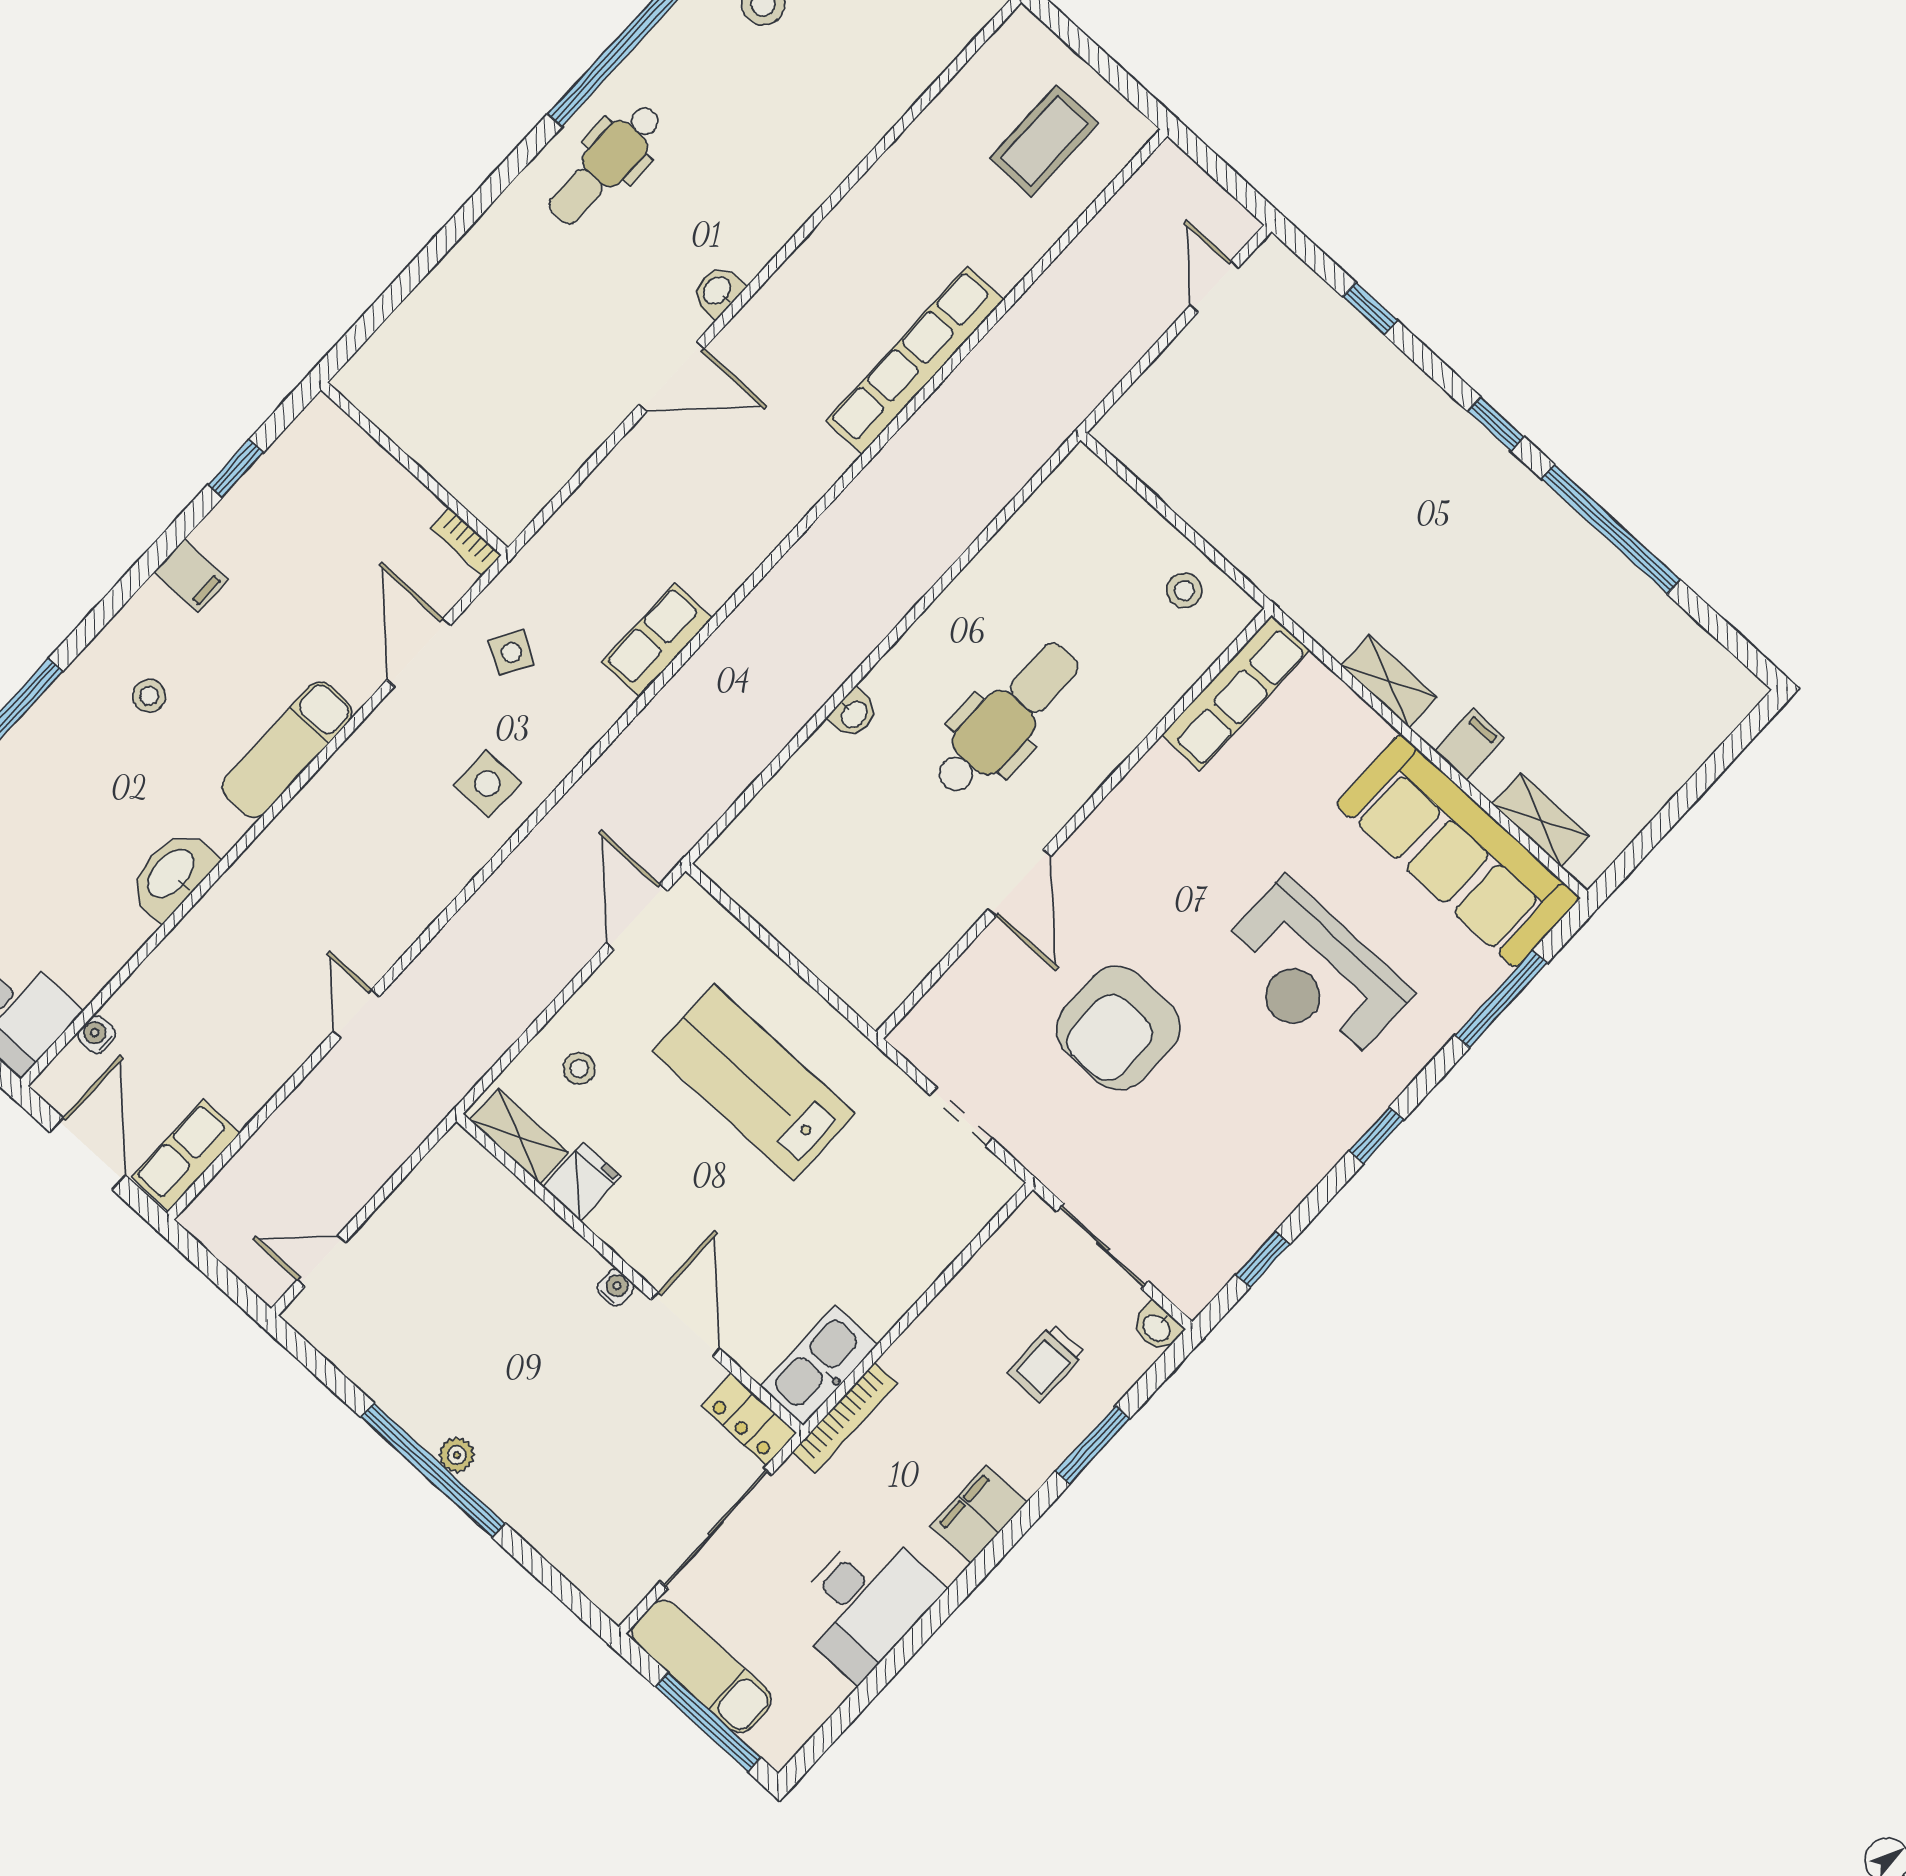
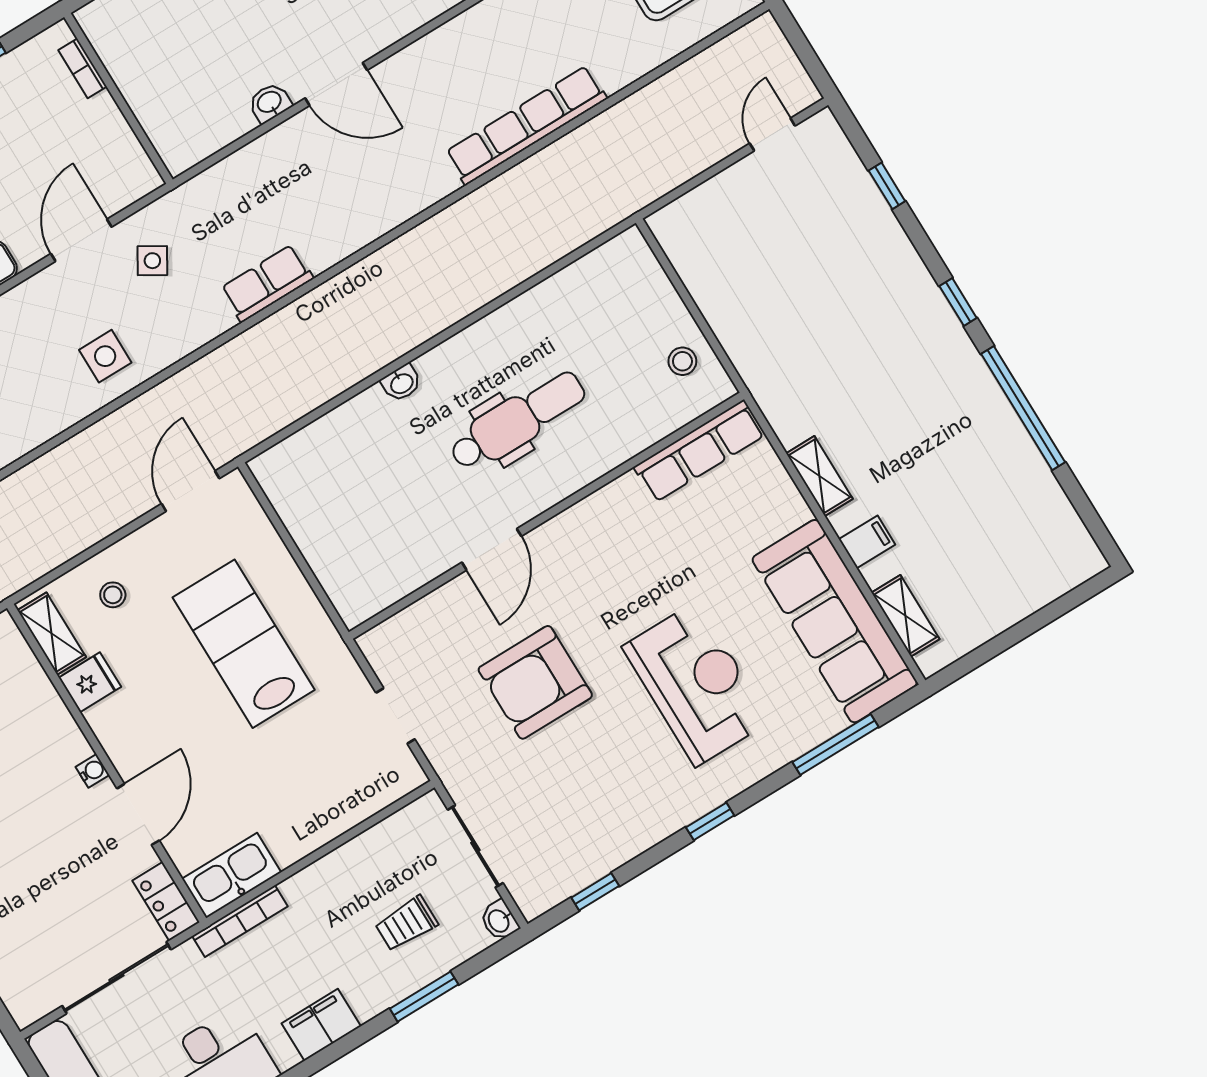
washbasin: (718, 291) -> (270, 103), moved
bookcase: (466, 541) -> (82, 68), moved
reception desk: (1312, 974) -> (696, 684), turned 180

